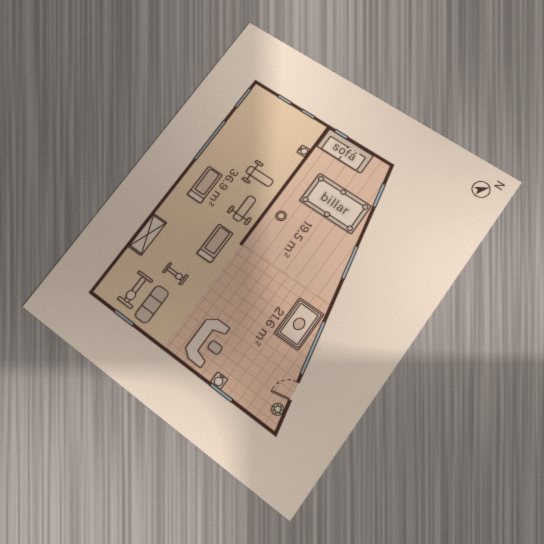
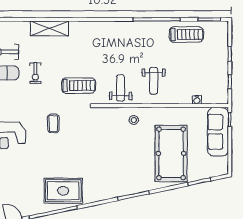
treadmill: (205, 185) -> (186, 34), moved
weight bench: (245, 208) -> (121, 88), turned -90
coffee table: (231, 289) -> (53, 123), added

